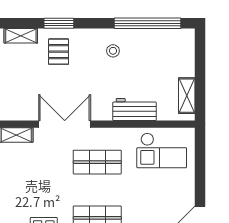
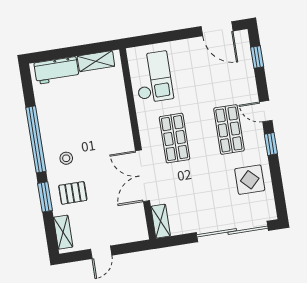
window: (148, 23) -> (36, 139), moved
stool: (113, 51) -> (66, 158), moved
workbench: (135, 110) -> (56, 70), moved, turned -90

